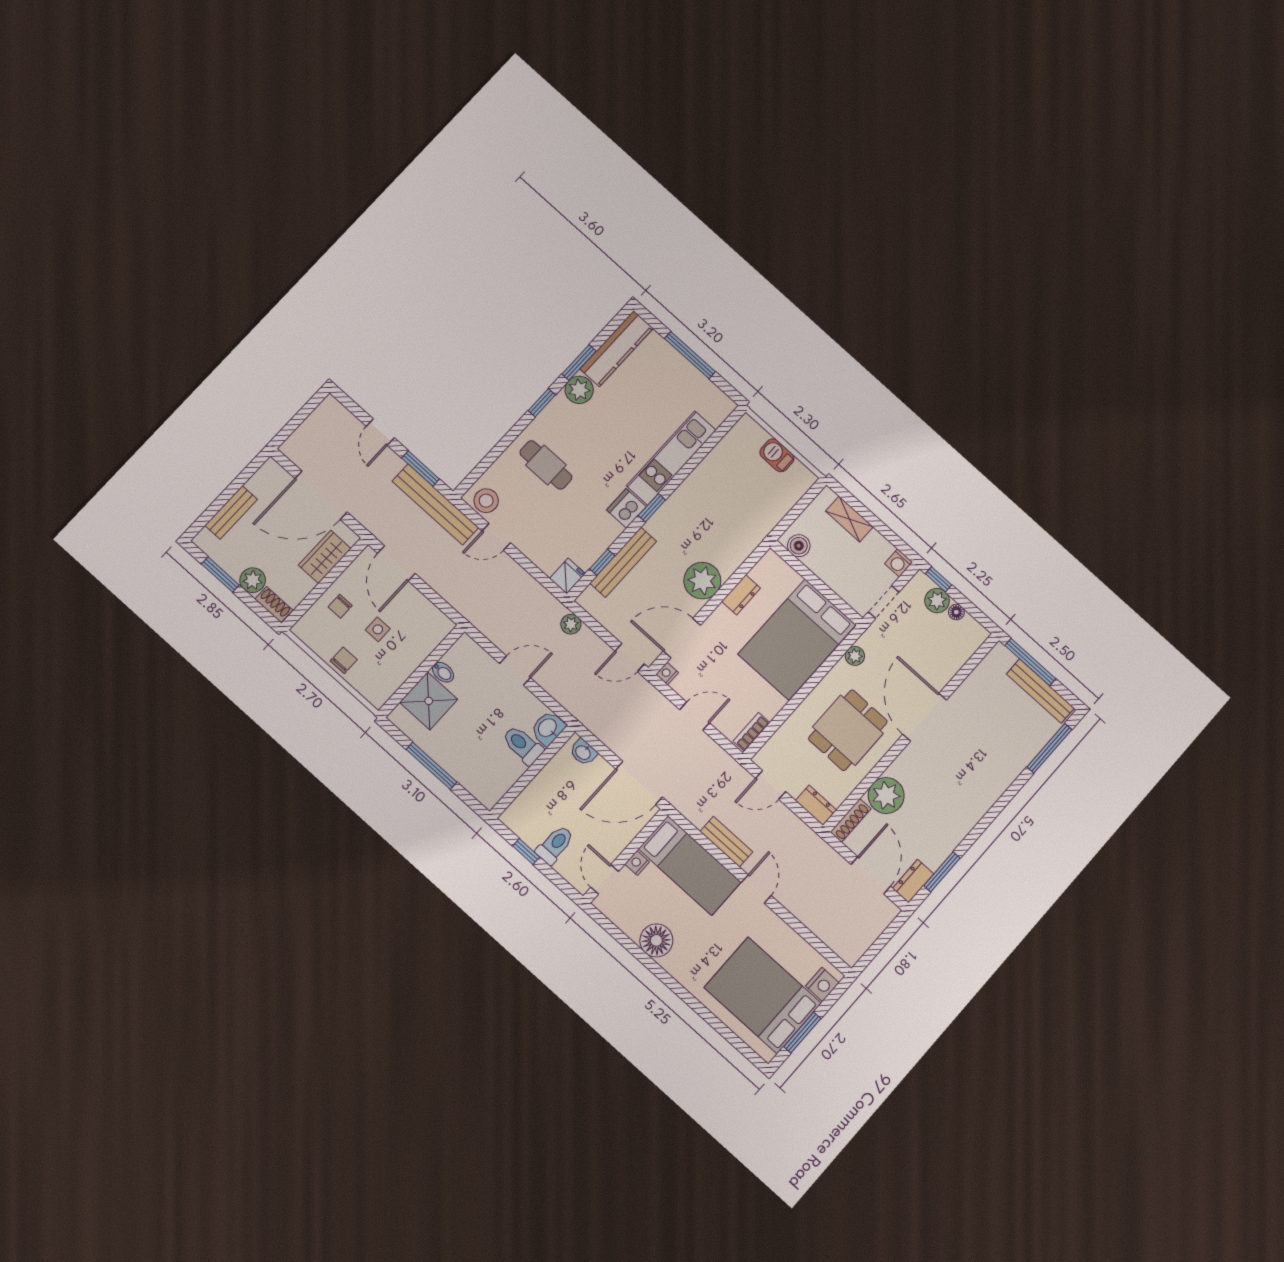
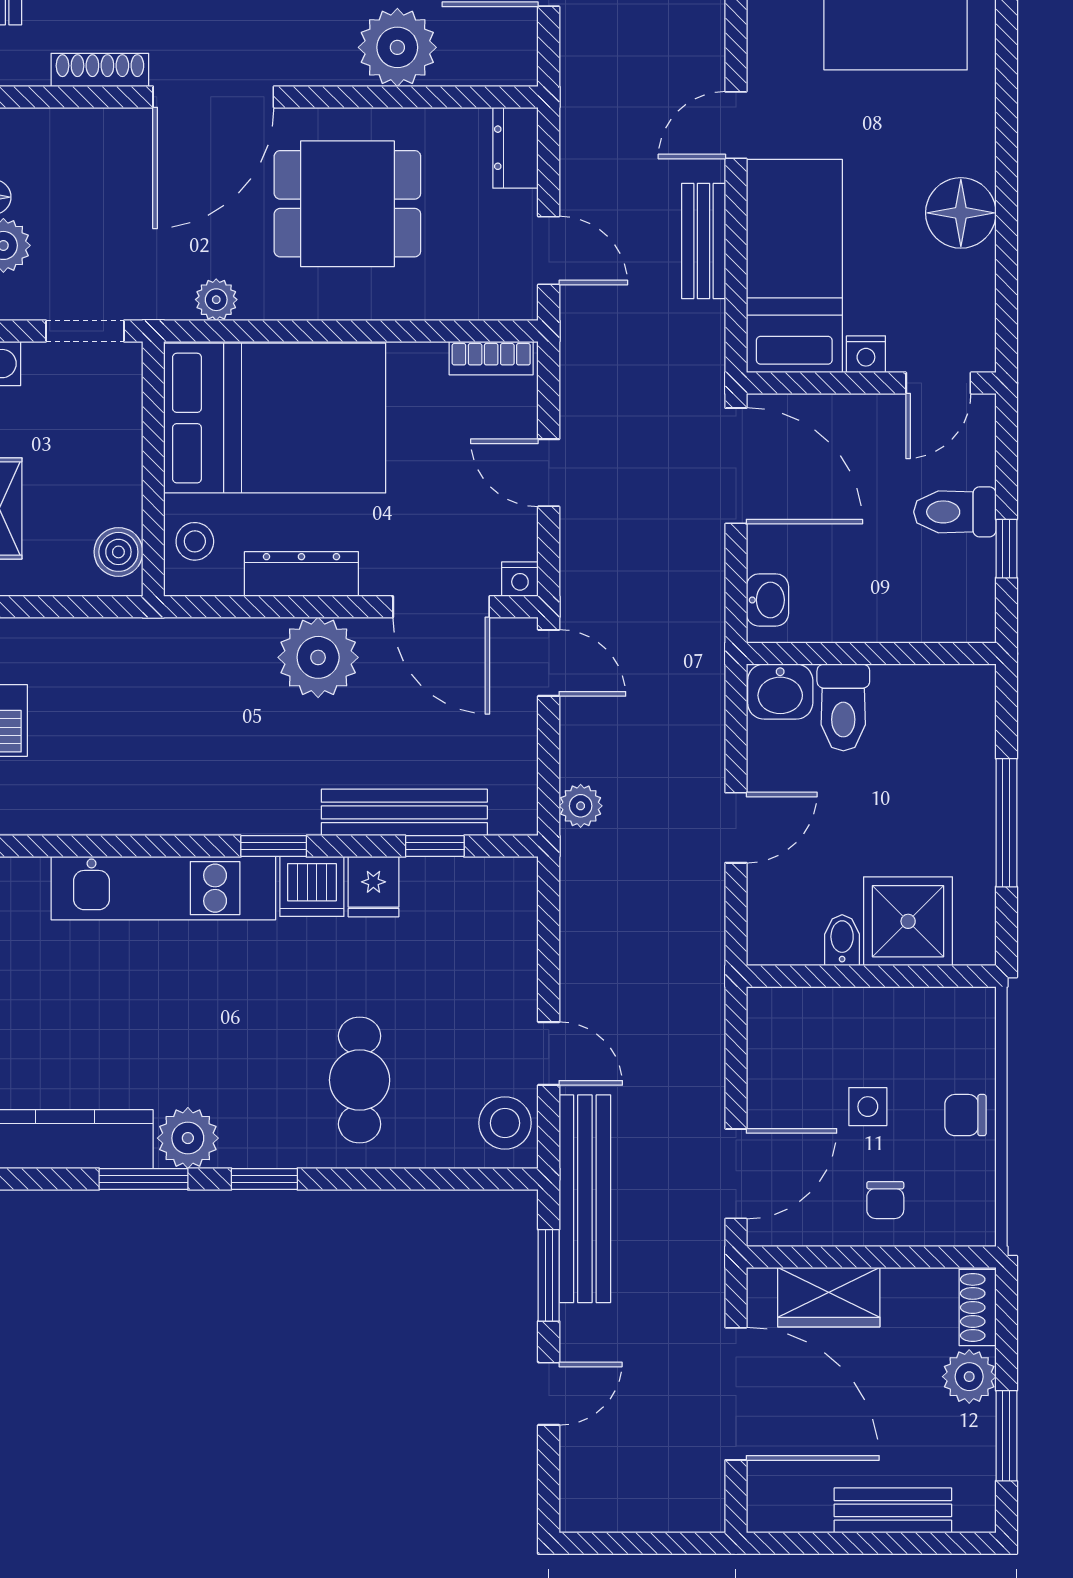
stool: (779, 575) -> (195, 541), added
fridge: (567, 576) -> (373, 887), moved, turned -90
dresser: (741, 595) -> (301, 574), width x1.44
chair: (340, 606) -> (885, 1200), turned 90
door: (515, 671) -> (736, 828), swing flipped
shoe rack: (851, 820) -> (100, 70), moved

